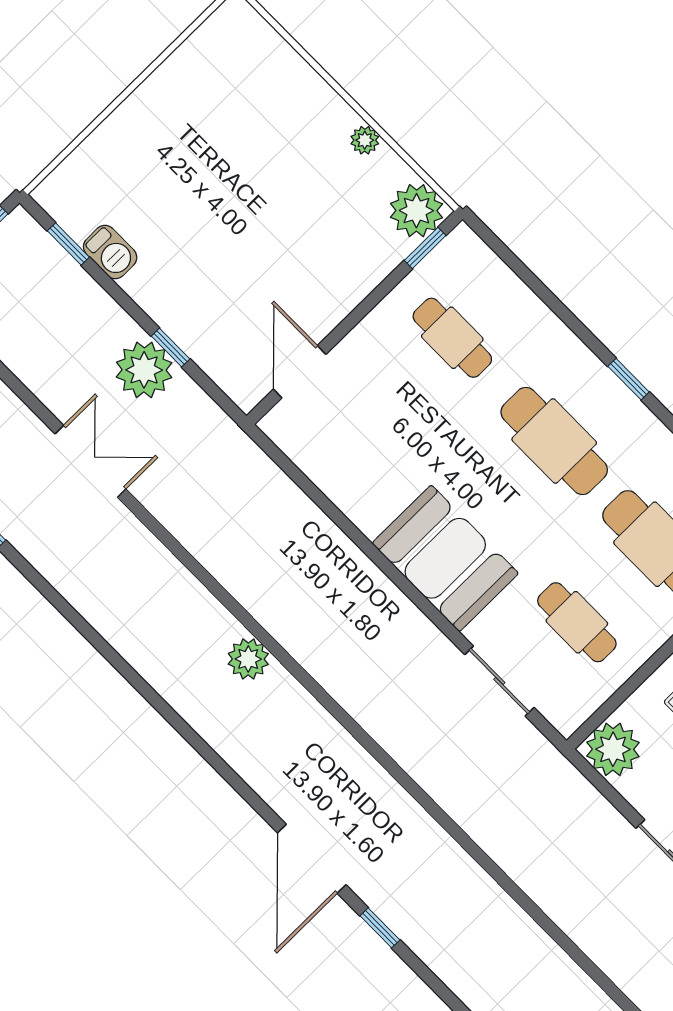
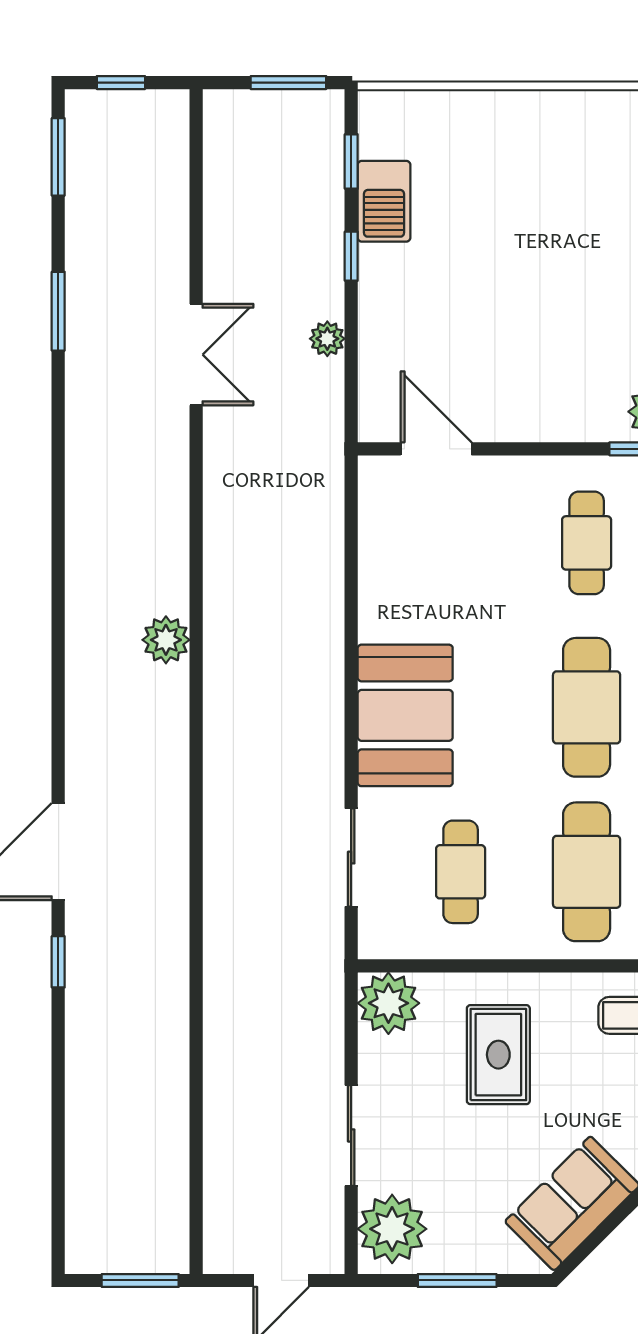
barbecue: (110, 252) -> (384, 201), width x1.38, depth x1.27
window: (171, 348) -> (351, 256), moved
plant: (144, 370) -> (327, 339), width x0.53, depth x0.53
door: (300, 372) -> (436, 449), hinge flipped

